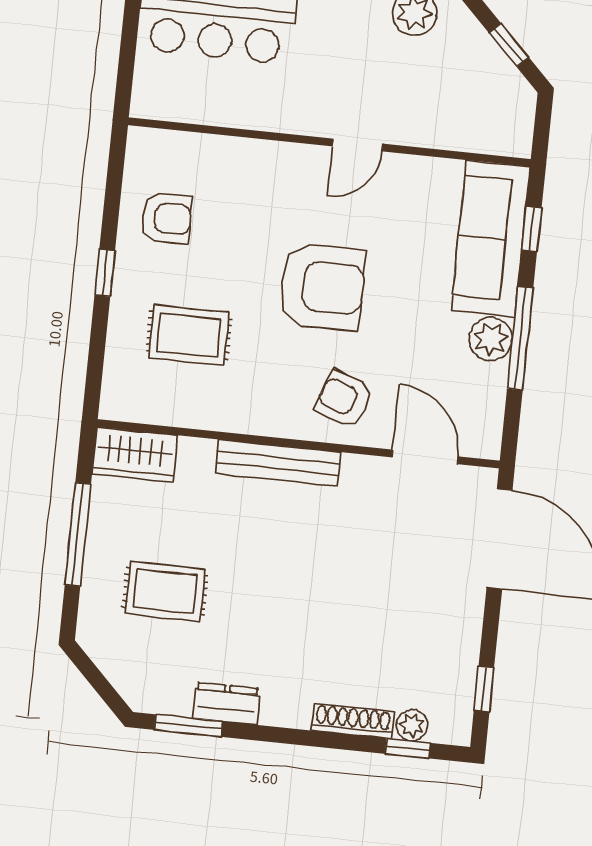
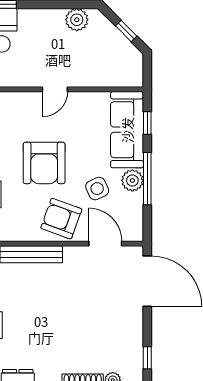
armchair: (322, 287) -> (44, 163), turned 90
side table: (420, 348) -> (97, 189), added
armchair: (344, 399) -> (61, 219), width x1.38, depth x1.38

